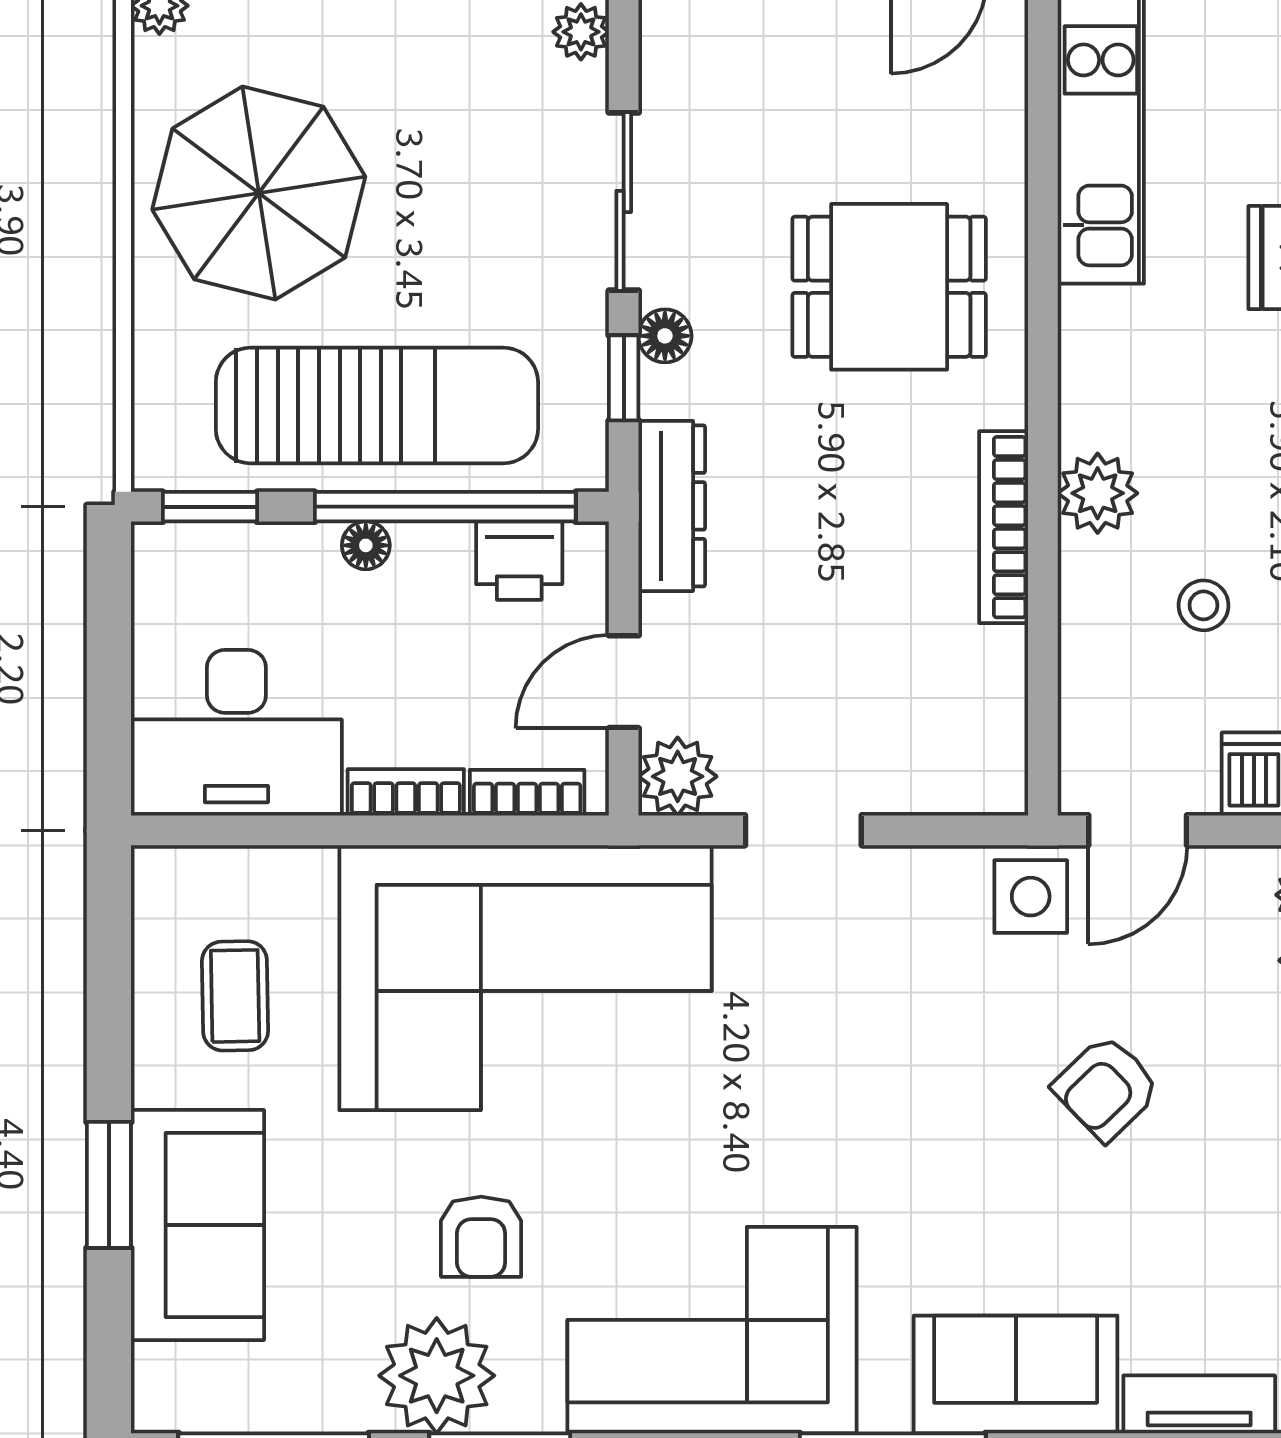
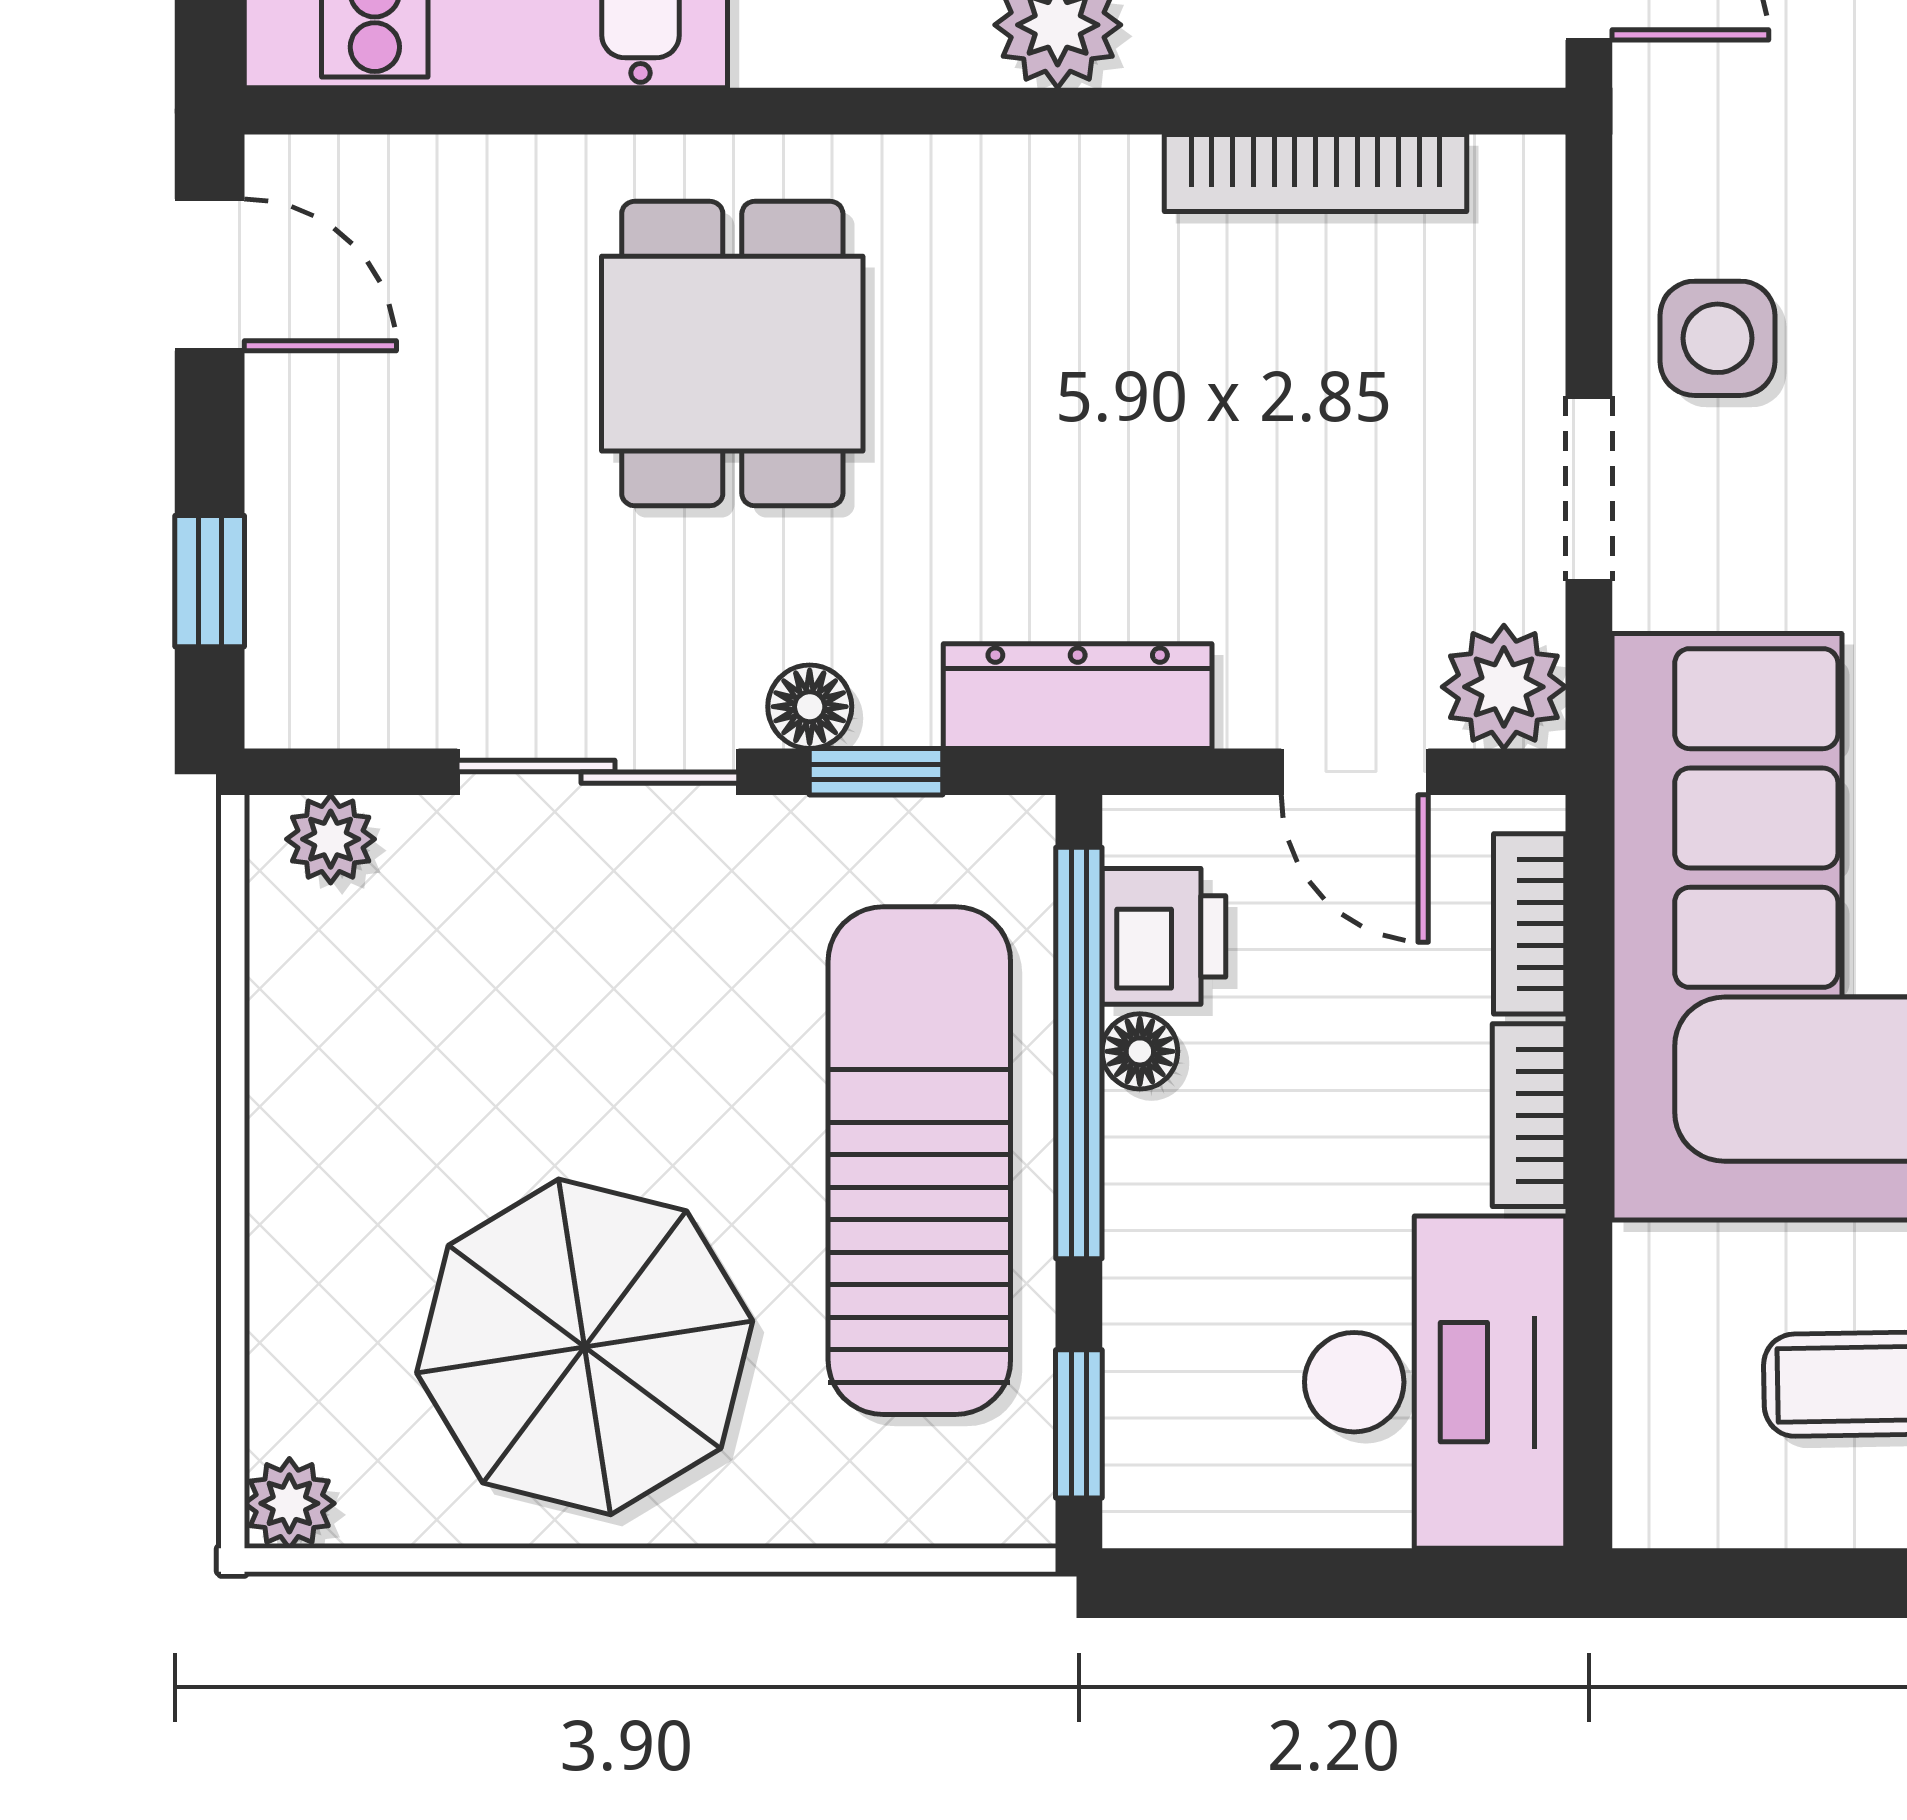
bookcase: (1004, 527) -> (1316, 173), moved
floor lamp: (366, 545) -> (1140, 1051), moved
side table: (1031, 897) -> (1717, 338), moved

